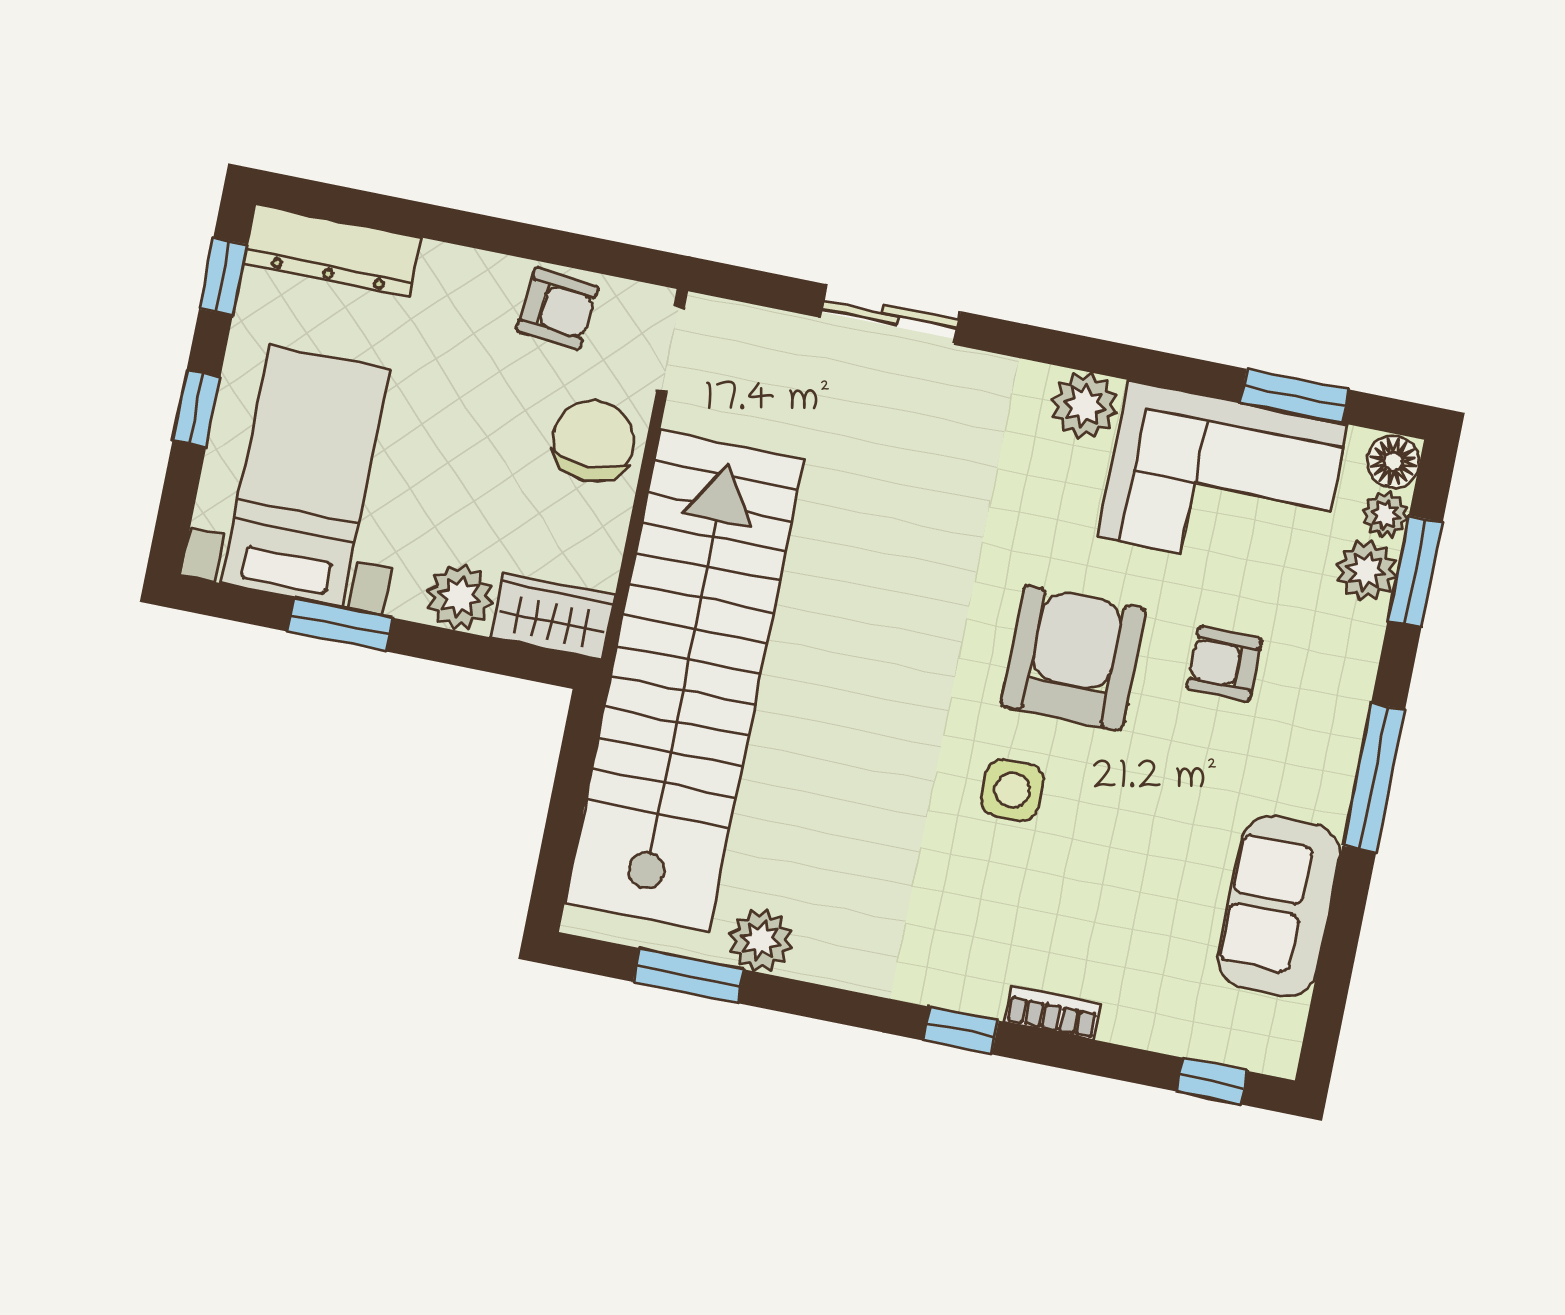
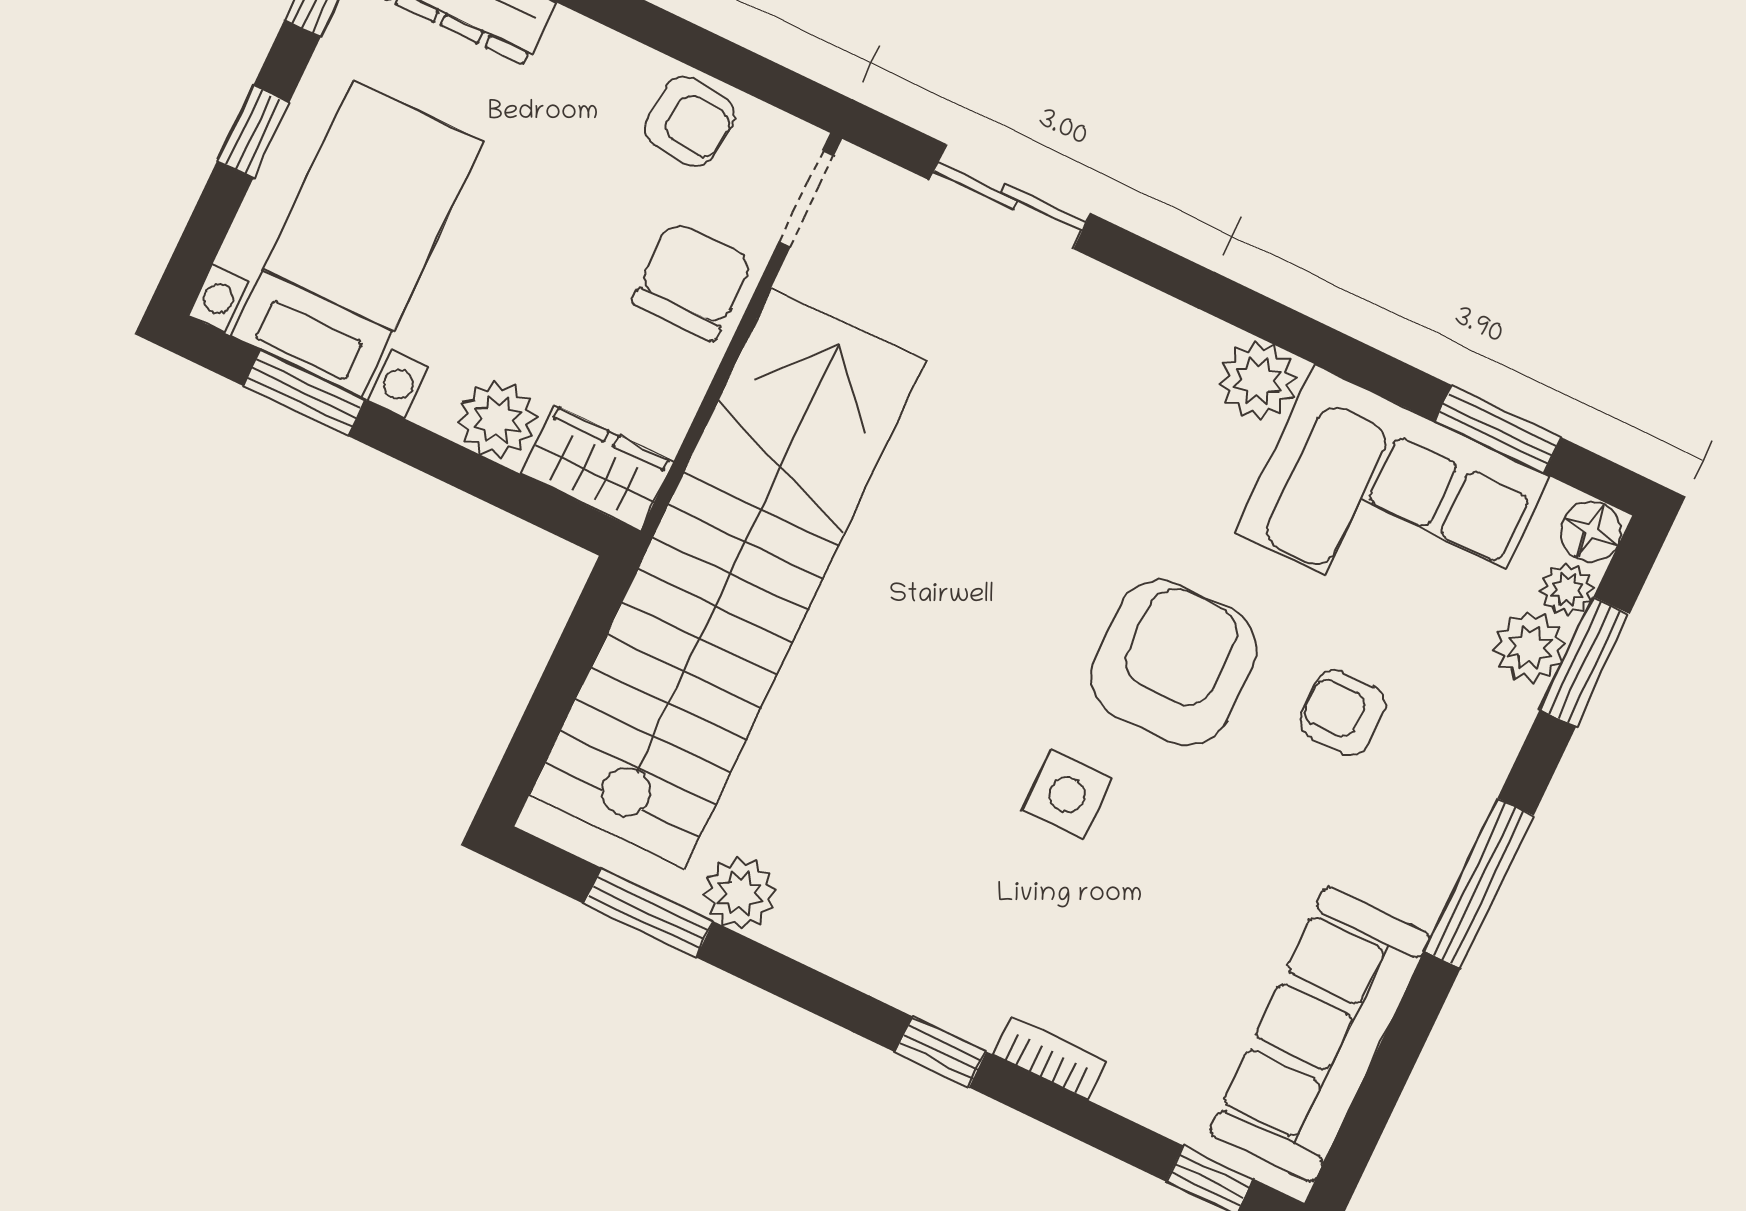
sliding door: (890, 314) -> (1010, 197), moved
window: (340, 625) -> (304, 393), moved
sofa: (1279, 906) -> (1320, 1034), width x1.36

